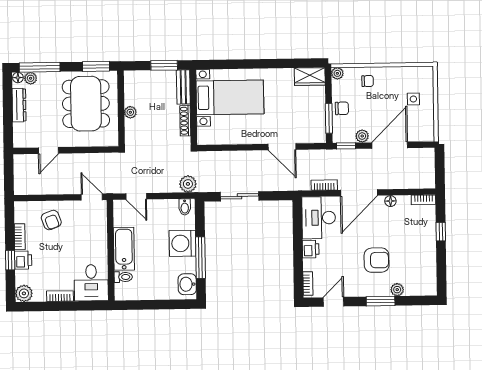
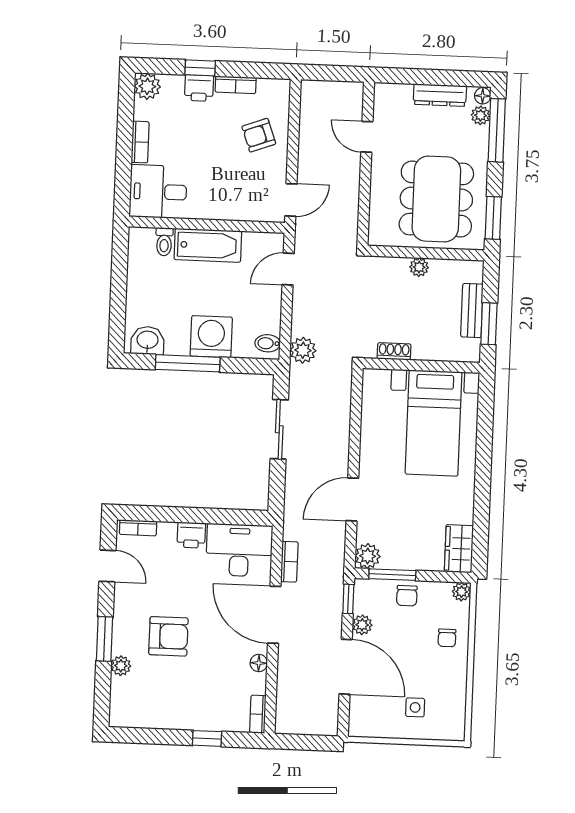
bench: (183, 87) -> (472, 311), moved, turned 90
dining table: (86, 104) -> (436, 199), turned 90
shoe rack: (185, 121) -> (394, 351), width x0.70
plant: (318, 135) -> (368, 556), added
armchair: (377, 260) -> (168, 636), turned -90

